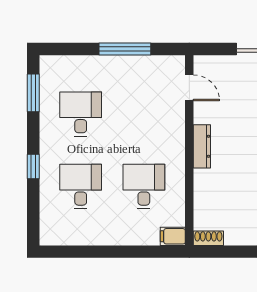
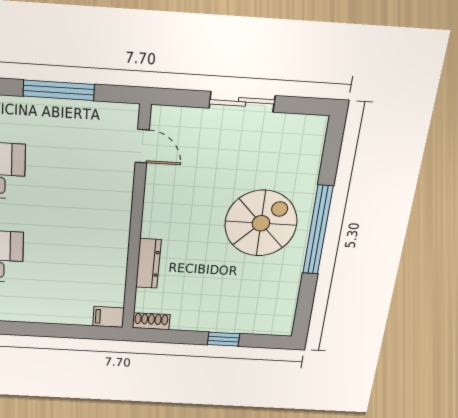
dresser: (202, 146) -> (148, 263), moved
desk: (144, 187) -> (76, 261), removed

